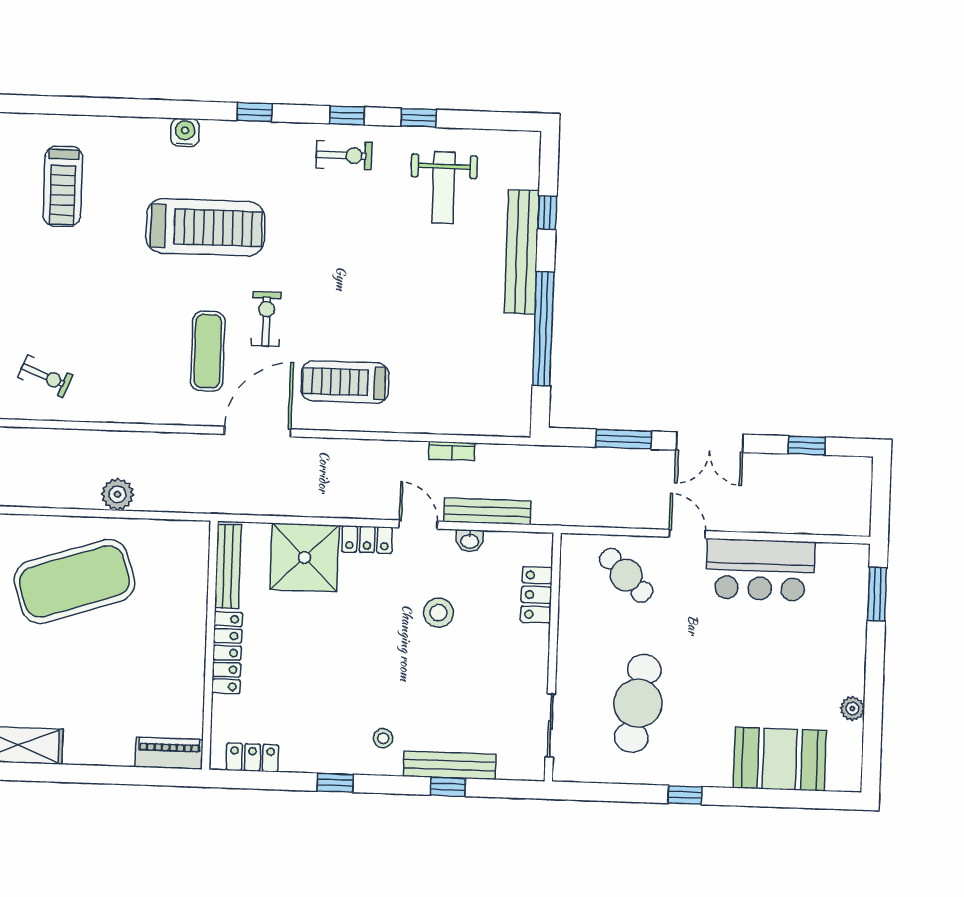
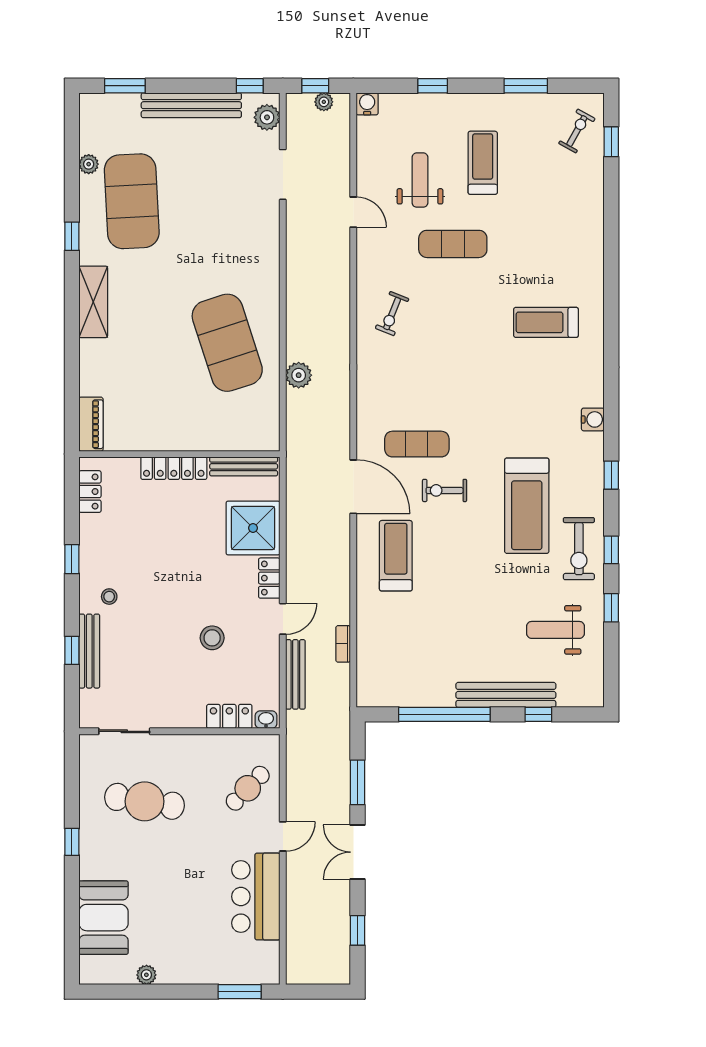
exercise bike: (344, 155) -> (579, 549), width x1.38, depth x1.39
treadmill: (205, 227) -> (527, 506), moved
exercise bike: (266, 319) -> (445, 490), turned 180
washbasin: (470, 541) -> (266, 720), moved, turned 90

